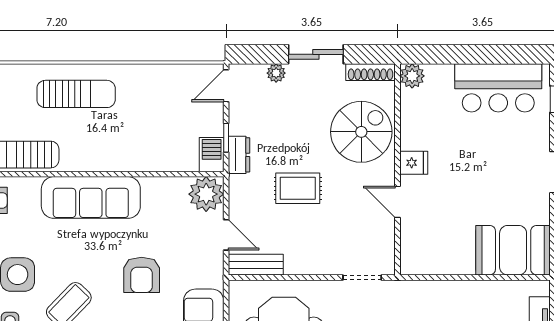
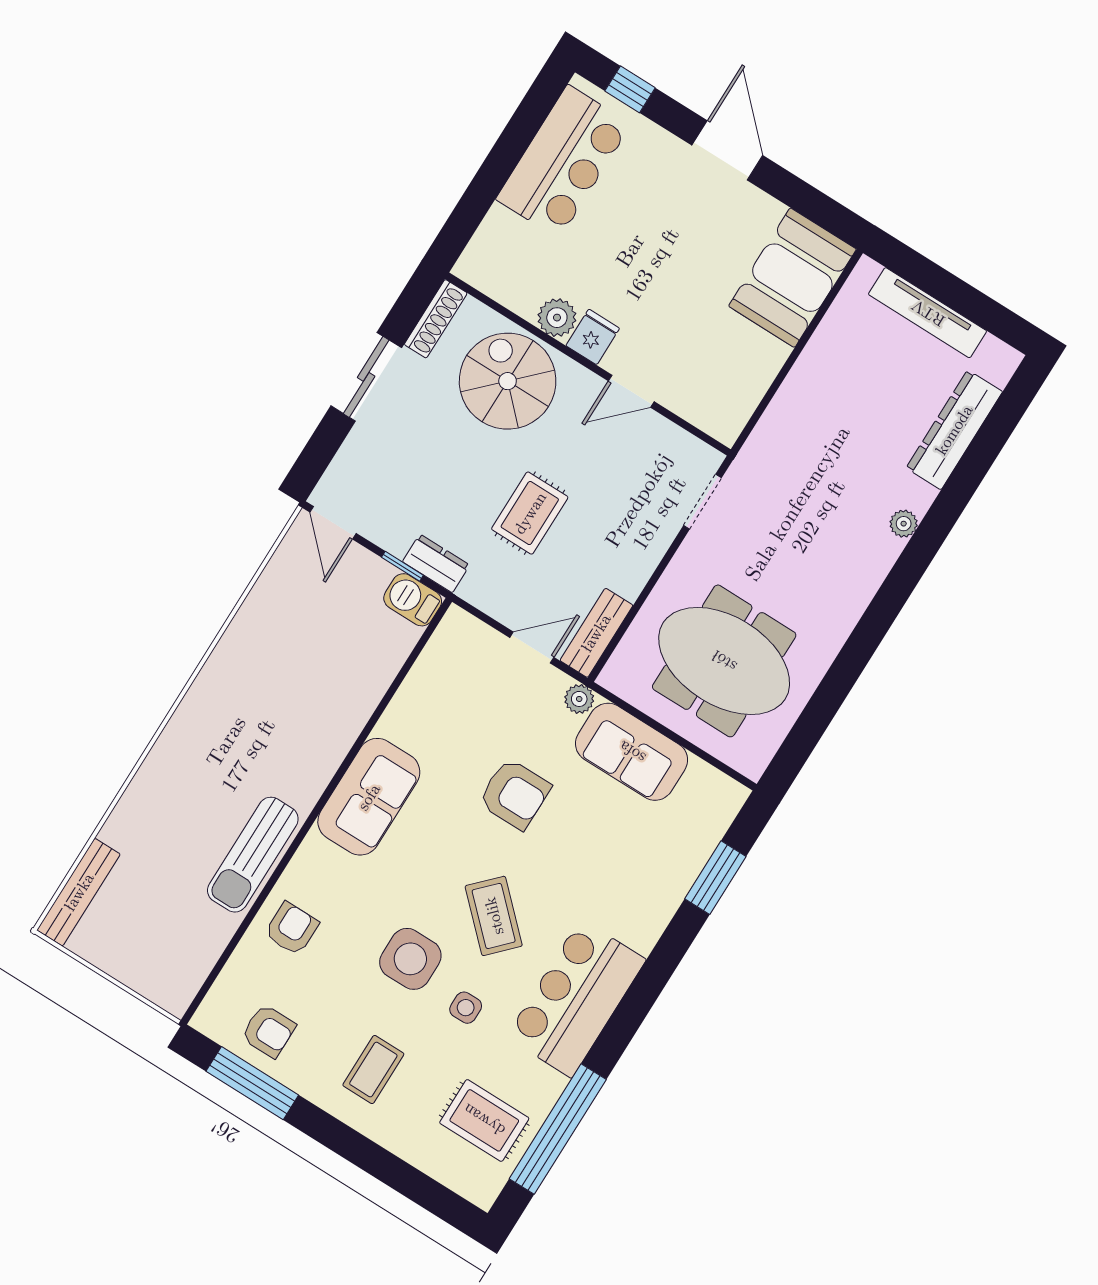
plant: (276, 73) -> (358, 445), removed
plant: (412, 76) -> (557, 318), moved
sun lounger: (76, 94) -> (218, 730), removed
plant: (206, 194) -> (579, 699), moved, width x0.53, depth x0.53
sofa: (91, 197) -> (369, 797), width x0.73

